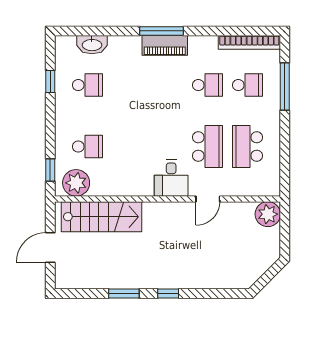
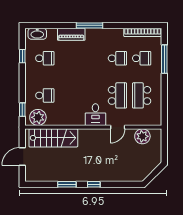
washbasin: (92, 45) -> (37, 34), moved
piano: (165, 45) -> (71, 34), moved
plant: (268, 214) -> (142, 136), moved

